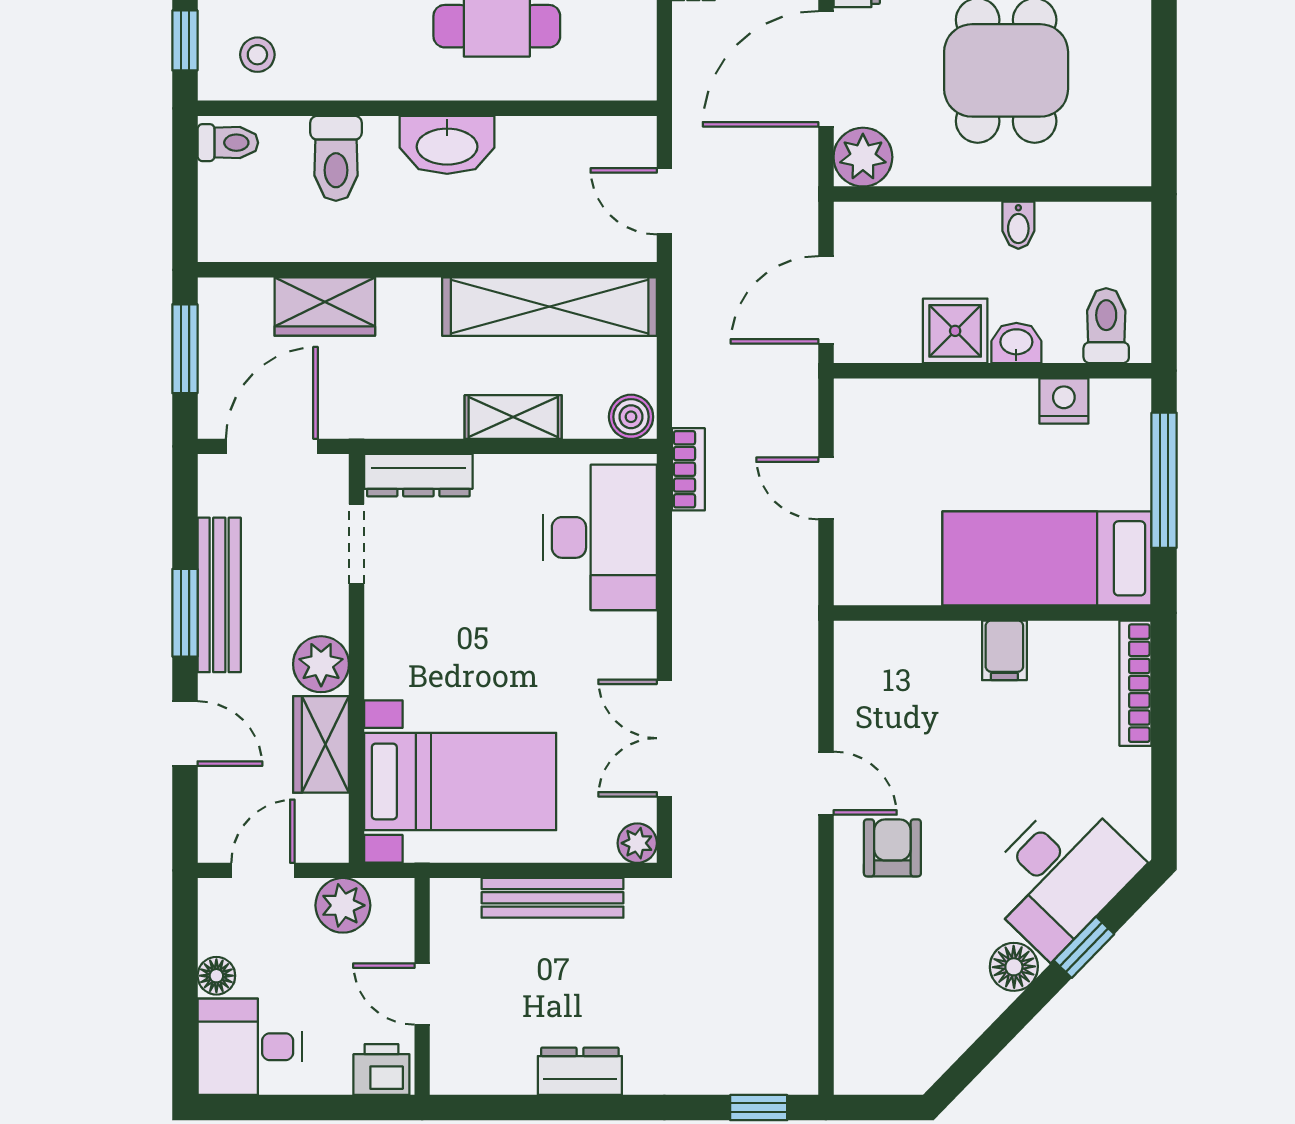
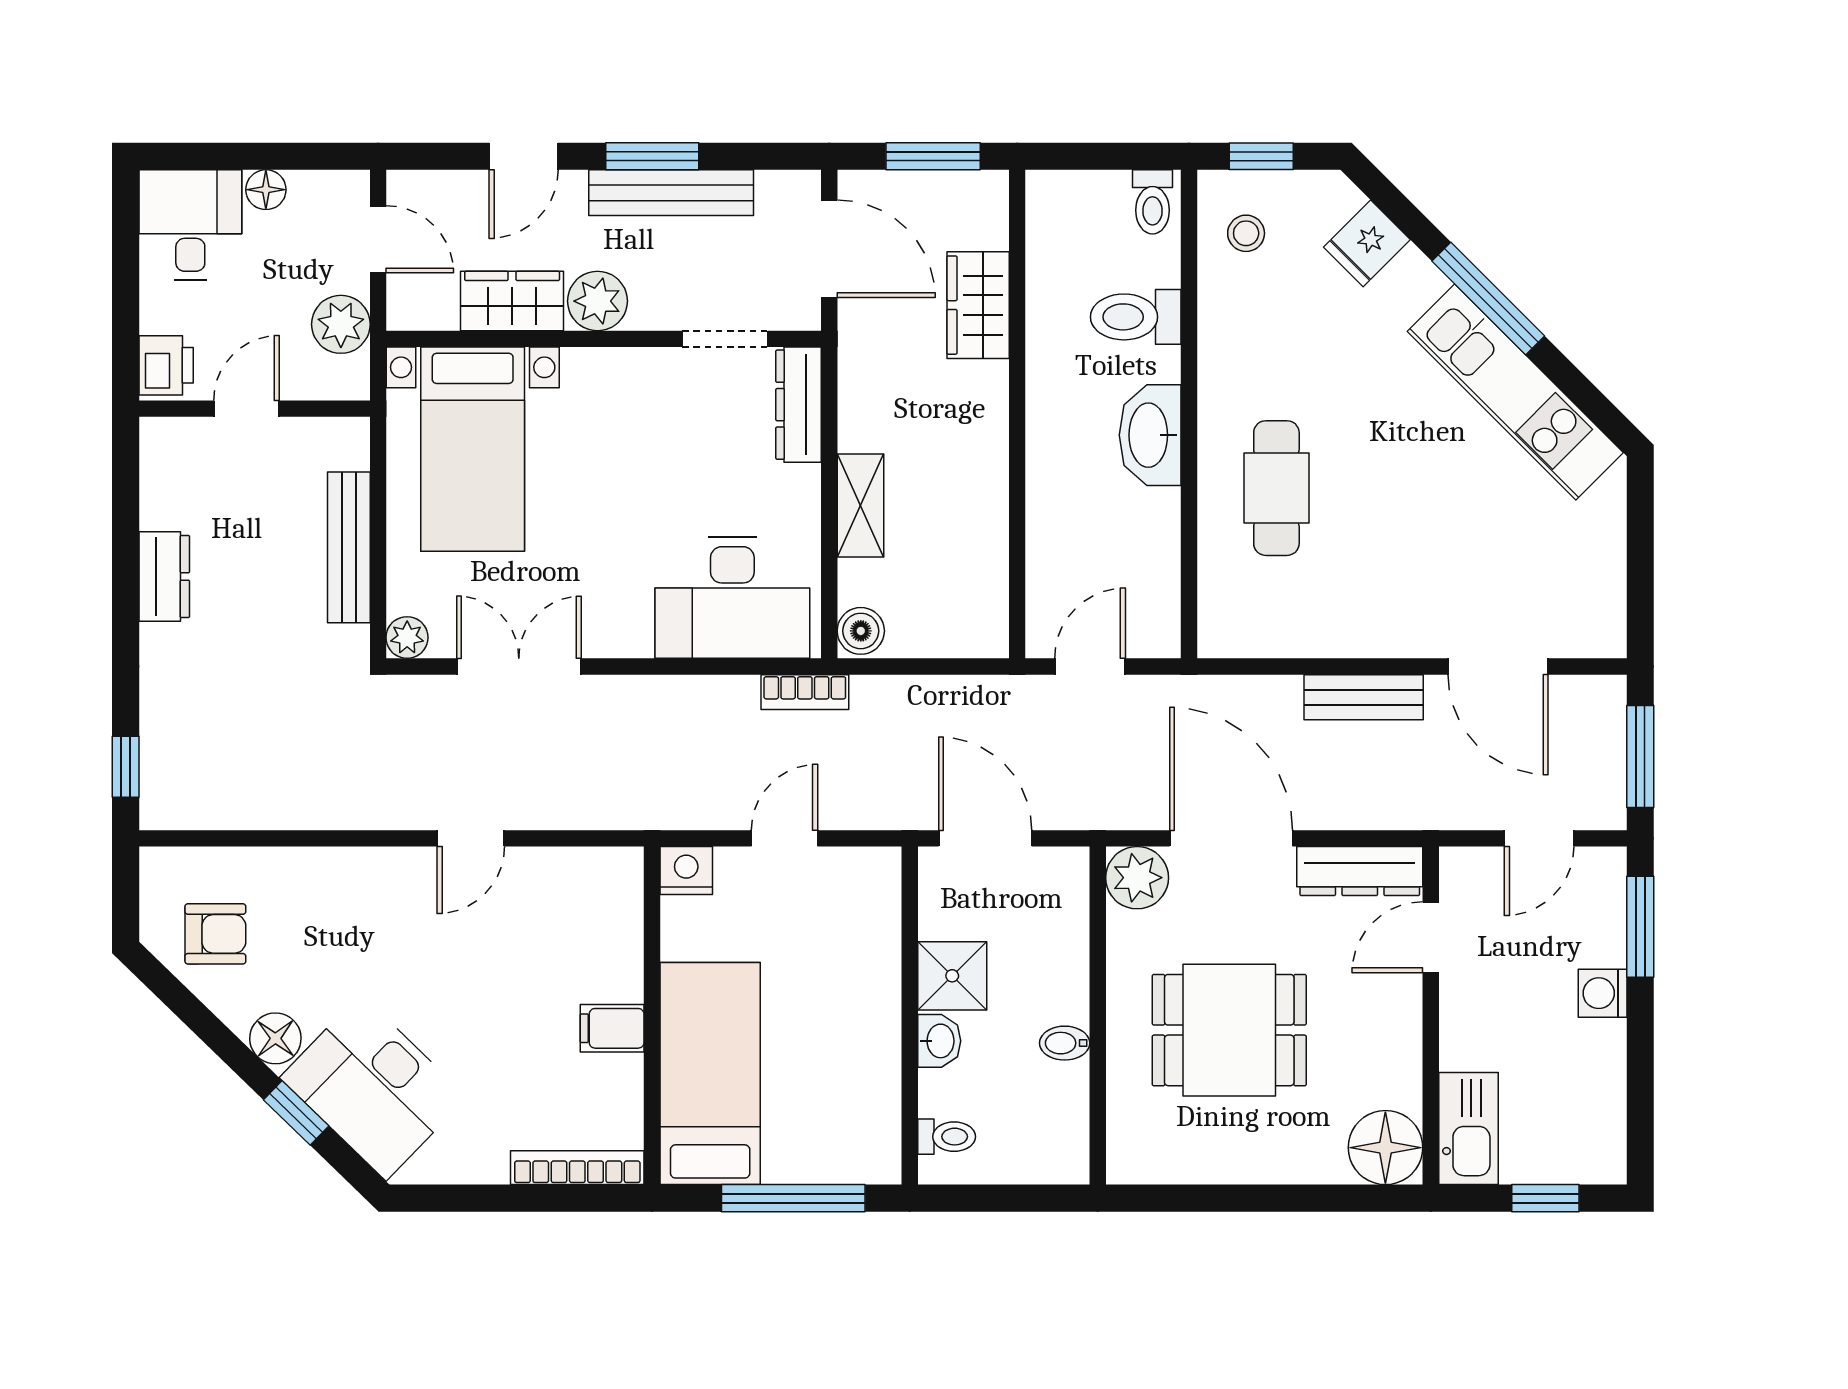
shelving: (550, 307) -> (978, 544), removed
toilet: (1106, 326) -> (947, 1137), width x0.73, depth x0.72
nightstand: (1064, 401) -> (686, 870), moved, turned -90
armchair: (892, 848) -> (215, 934), moved

